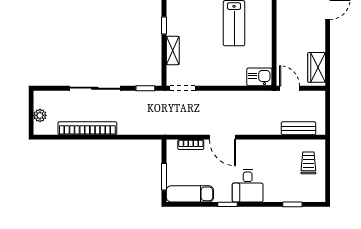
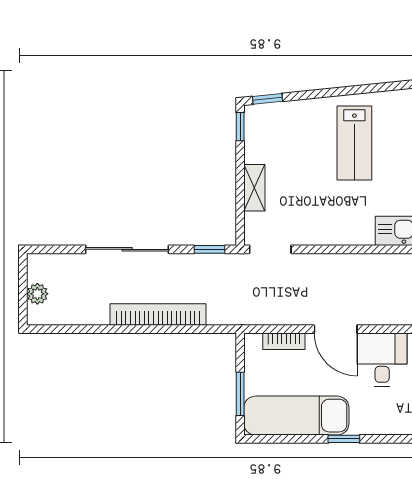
window: (164, 25) -> (240, 127), moved
bookcase: (87, 128) -> (158, 315), moved
desk: (248, 186) -> (382, 360), moved, turned 180
exam couch: (190, 194) -> (296, 416), width x1.36, depth x1.45

